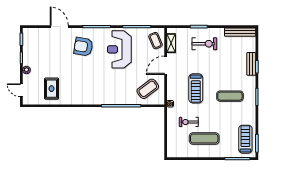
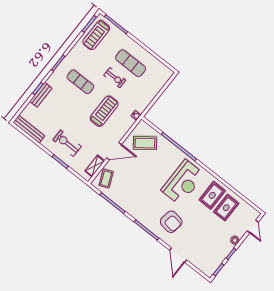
reception desk: (119, 49) -> (183, 182), moved
rug: (69, 90) -> (212, 195), added
exercise bike: (189, 122) -> (115, 78), moved

